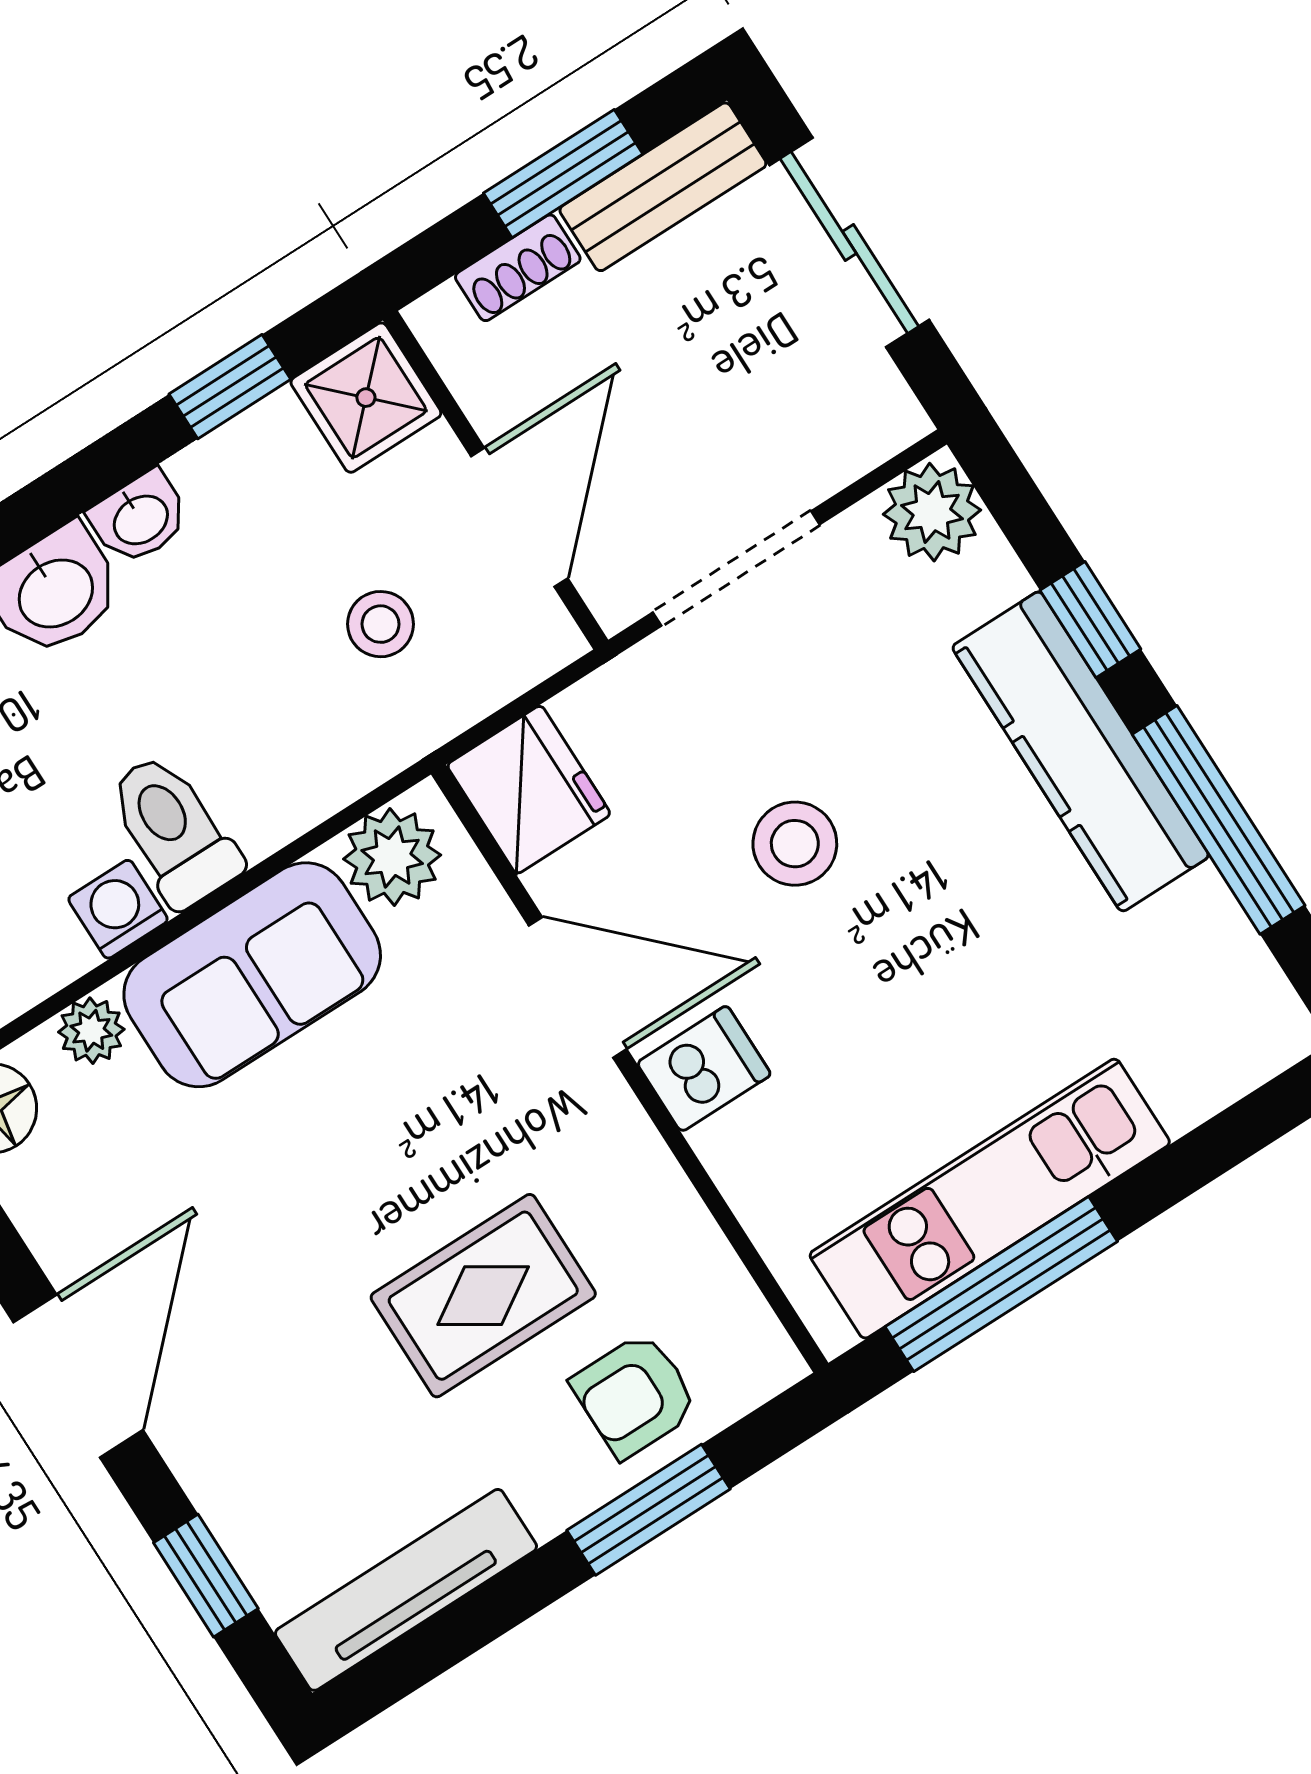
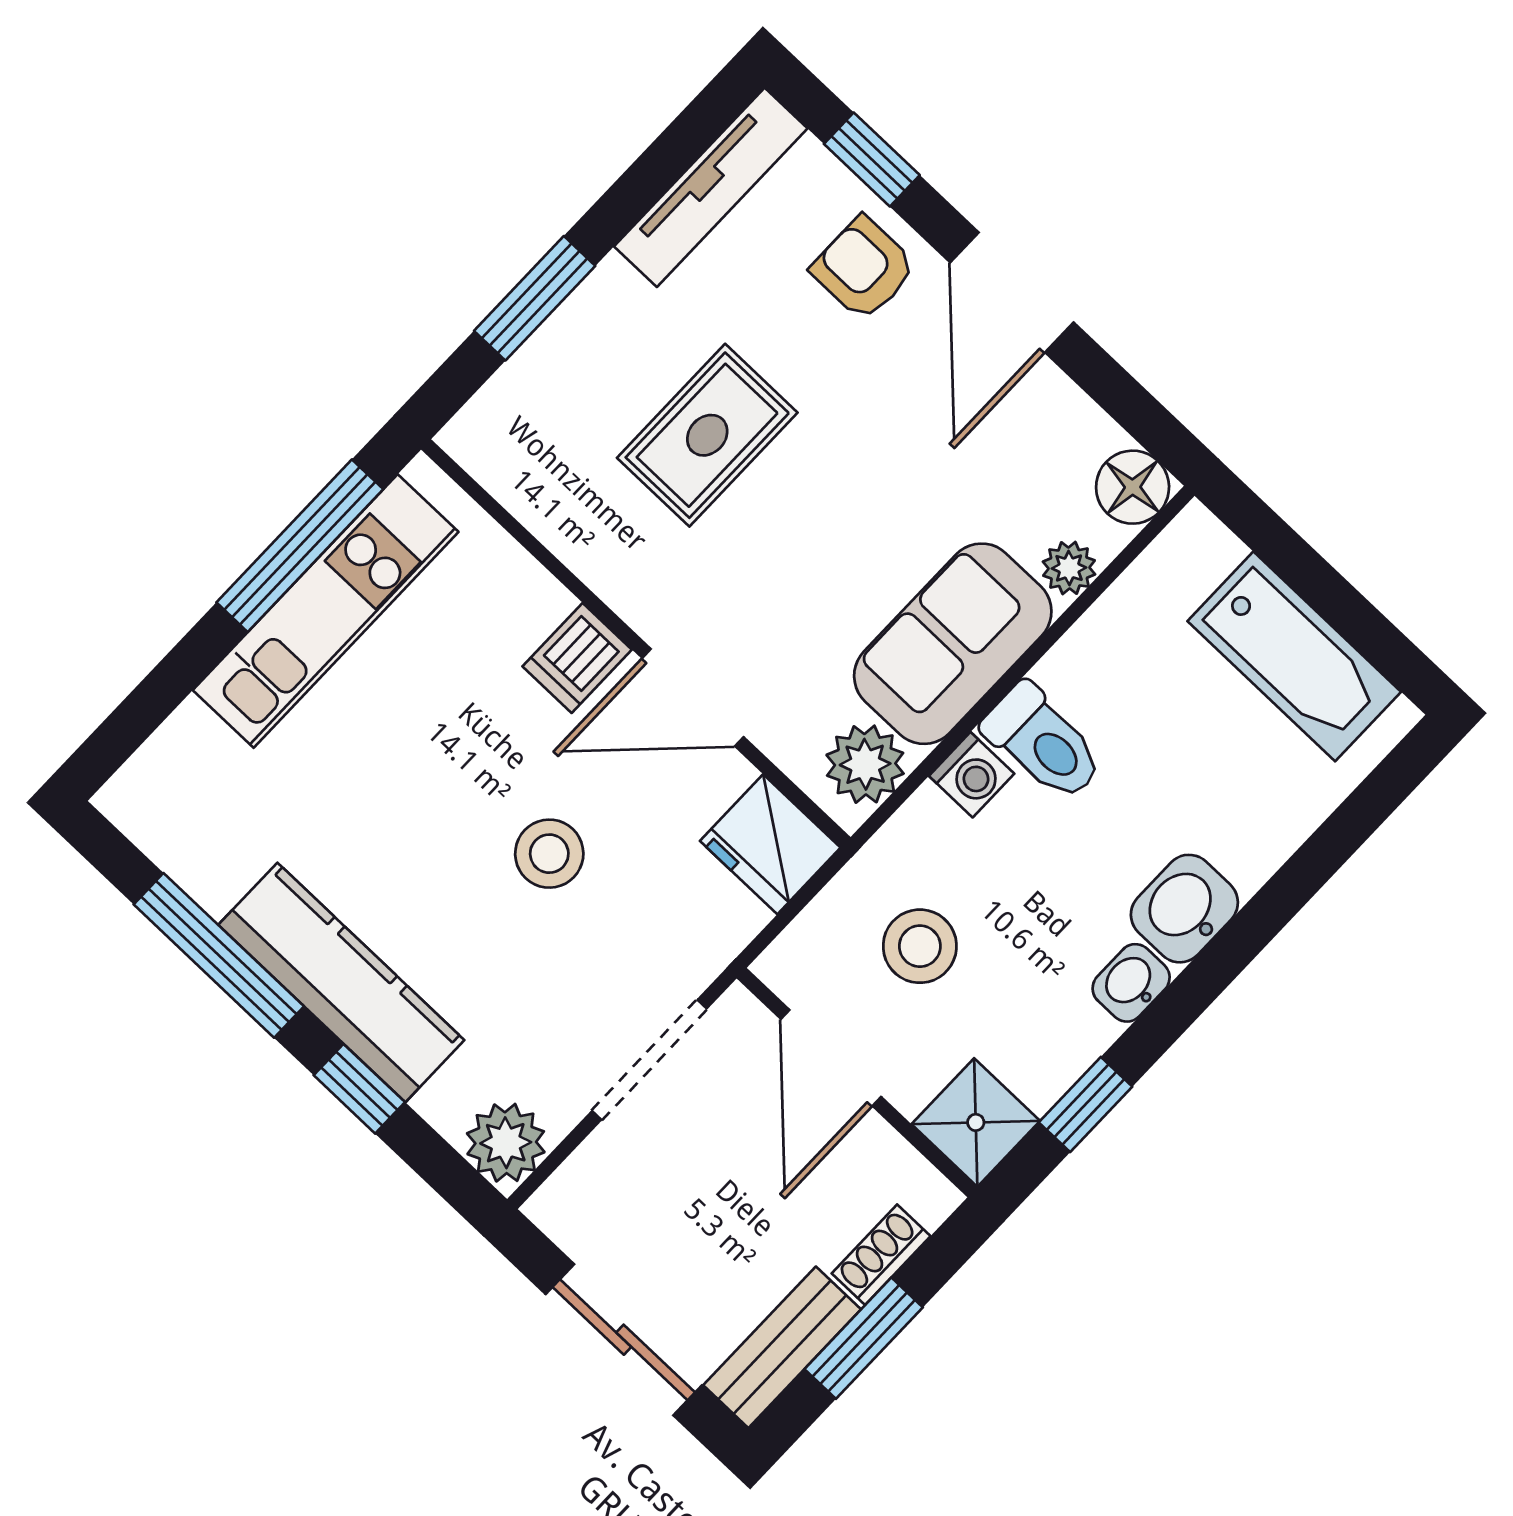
stool: (381, 624) -> (920, 946), width x1.37, depth x1.37
washing machine: (118, 909) -> (972, 775), moved
armchair: (635, 1395) -> (864, 268), moved, turned -90

